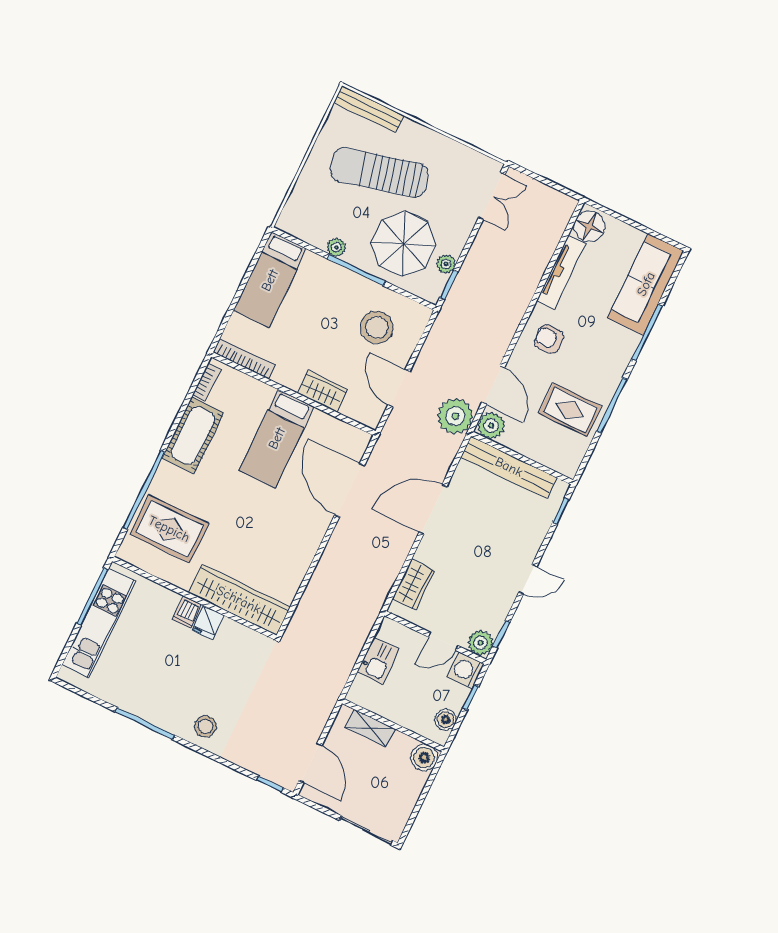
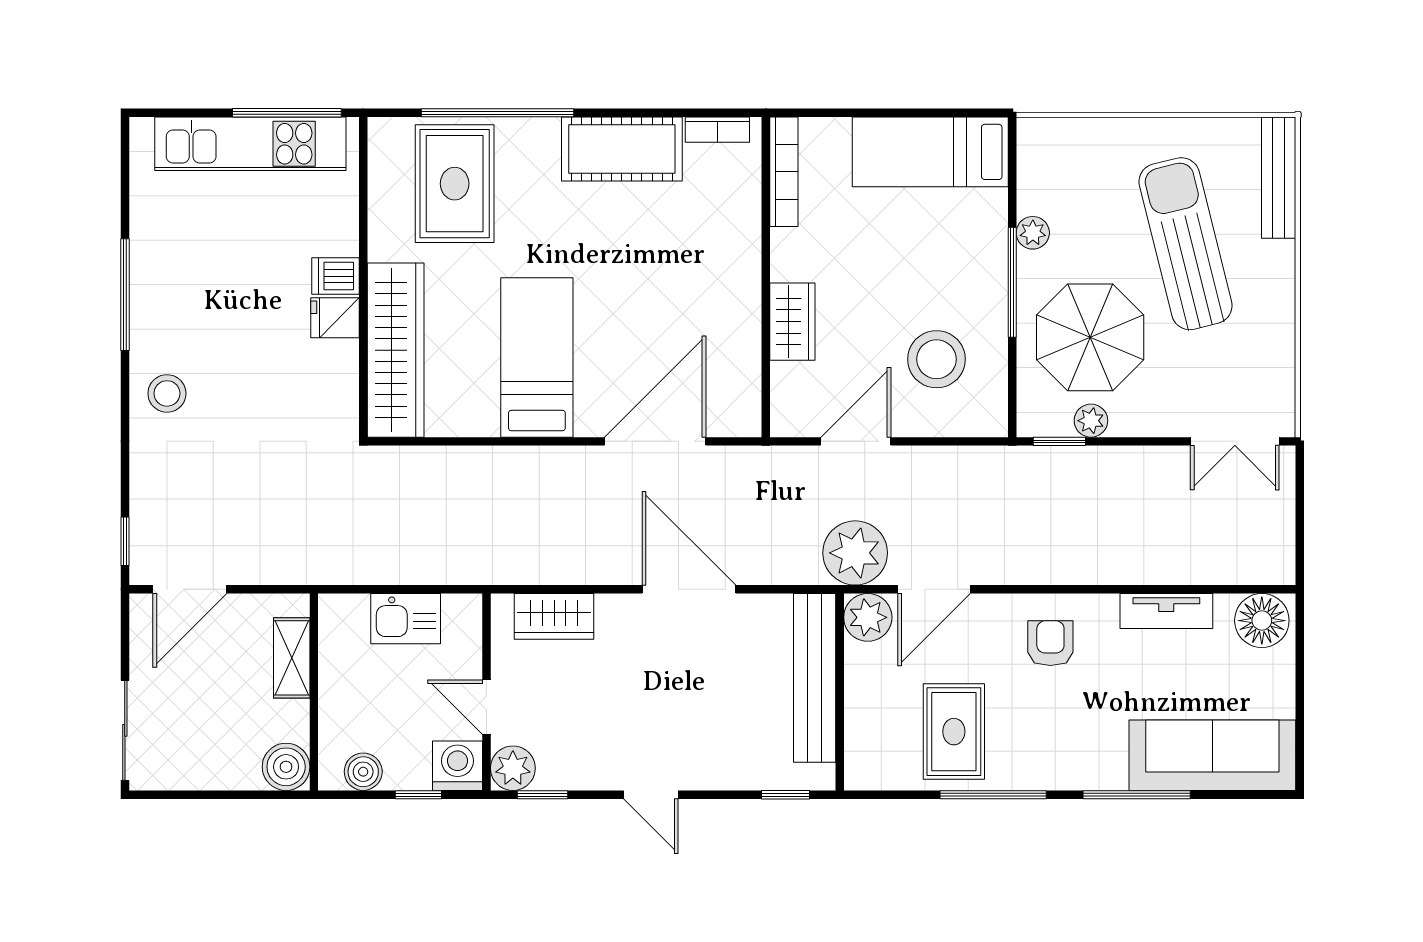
tv unit: (561, 272) -> (1166, 611), width x0.71
bed: (277, 438) -> (537, 357), moved, turned 90

